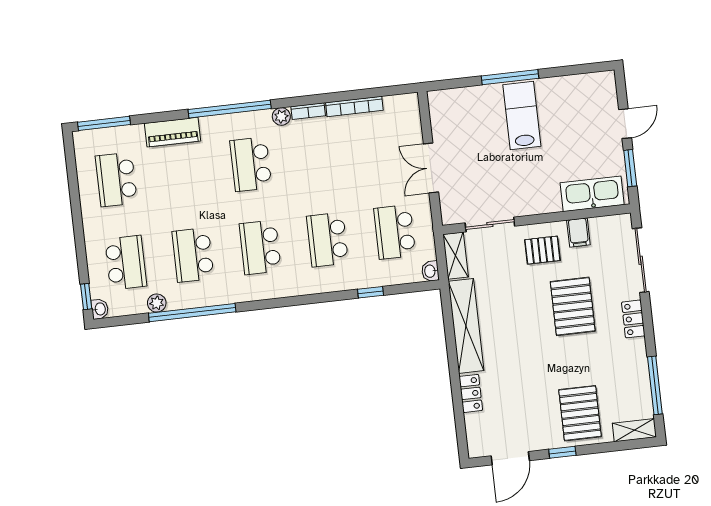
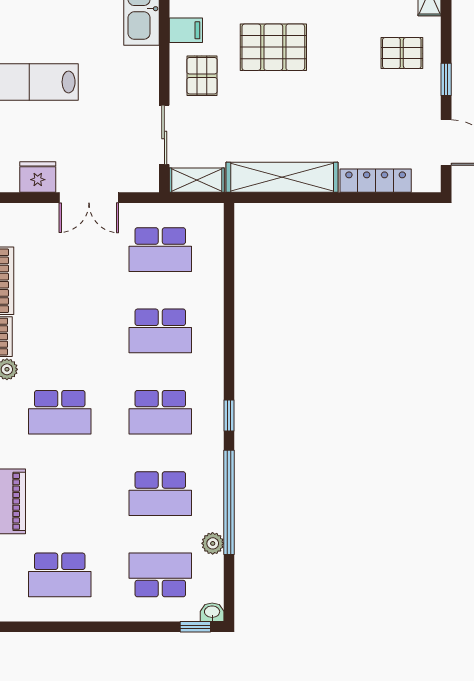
fridge: (443, 124) -> (38, 177), added
washbasin: (430, 271) -> (212, 212), removed
window: (371, 292) -> (229, 415), moved
locker: (471, 393) -> (376, 181), width x1.53
pallet: (580, 413) -> (402, 53), width x0.67, depth x0.71

